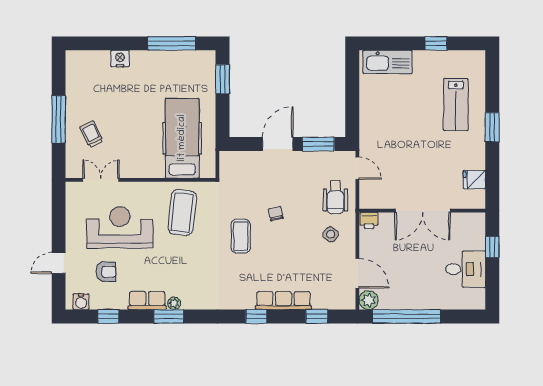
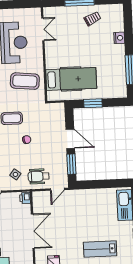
window: (223, 79) -> (93, 103), moved
trolley: (92, 134) -> (92, 19), moved
double door: (423, 211) -> (33, 231), swing flipped

